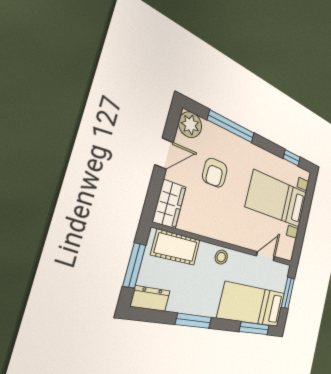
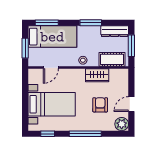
window: (231, 127) -> (85, 134), moved
wardrobe: (169, 204) -> (97, 75), moved, turned -90
dresser: (150, 299) -> (115, 31), width x1.44

